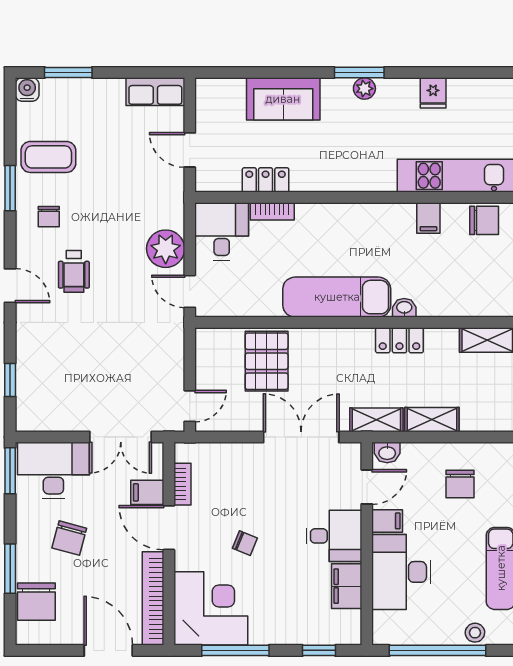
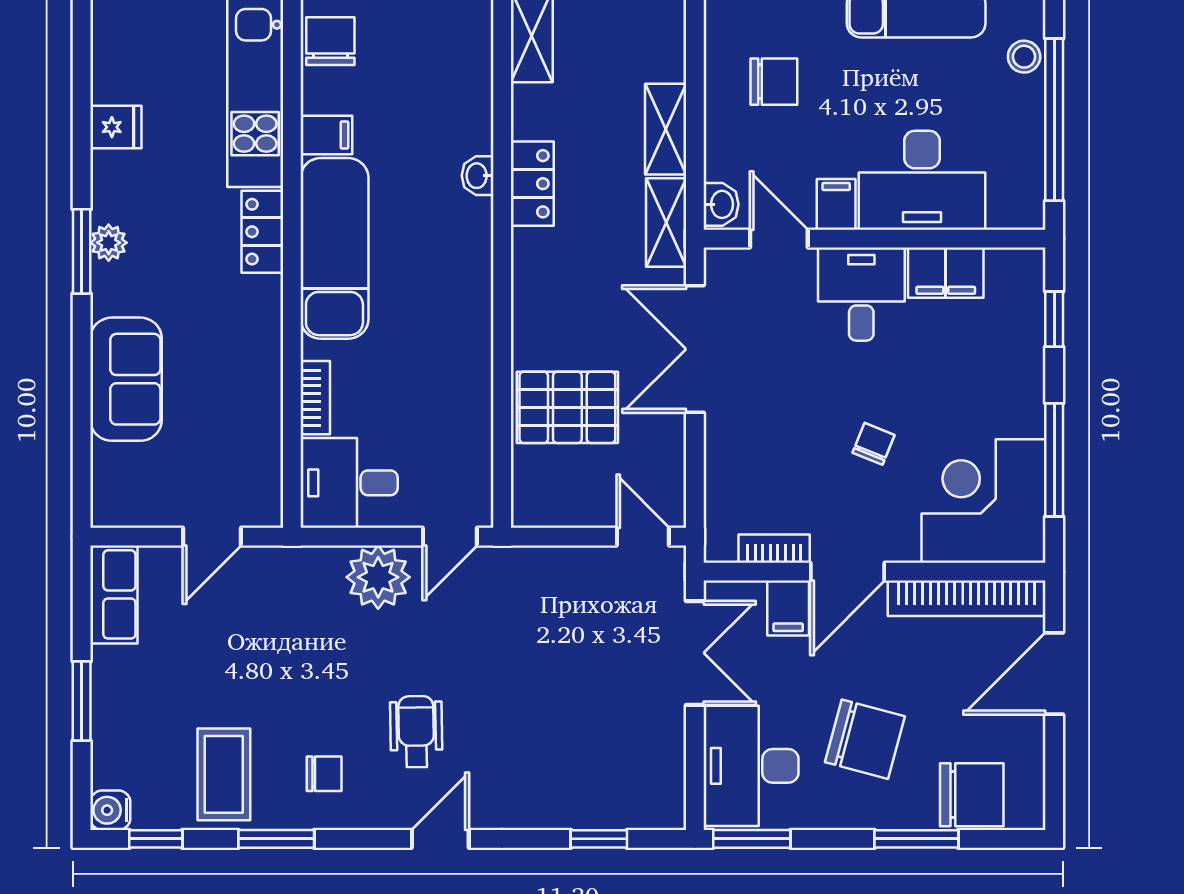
window: (68, 72) -> (82, 701), moved
window: (10, 117) -> (156, 839), added
locker: (266, 180) -> (262, 232), moved
wheelchair: (74, 271) -> (416, 732), turned -91
exam couch: (337, 297) -> (334, 248), moved, turned 180
chair: (69, 538) -> (865, 739), width x1.37, depth x1.37

